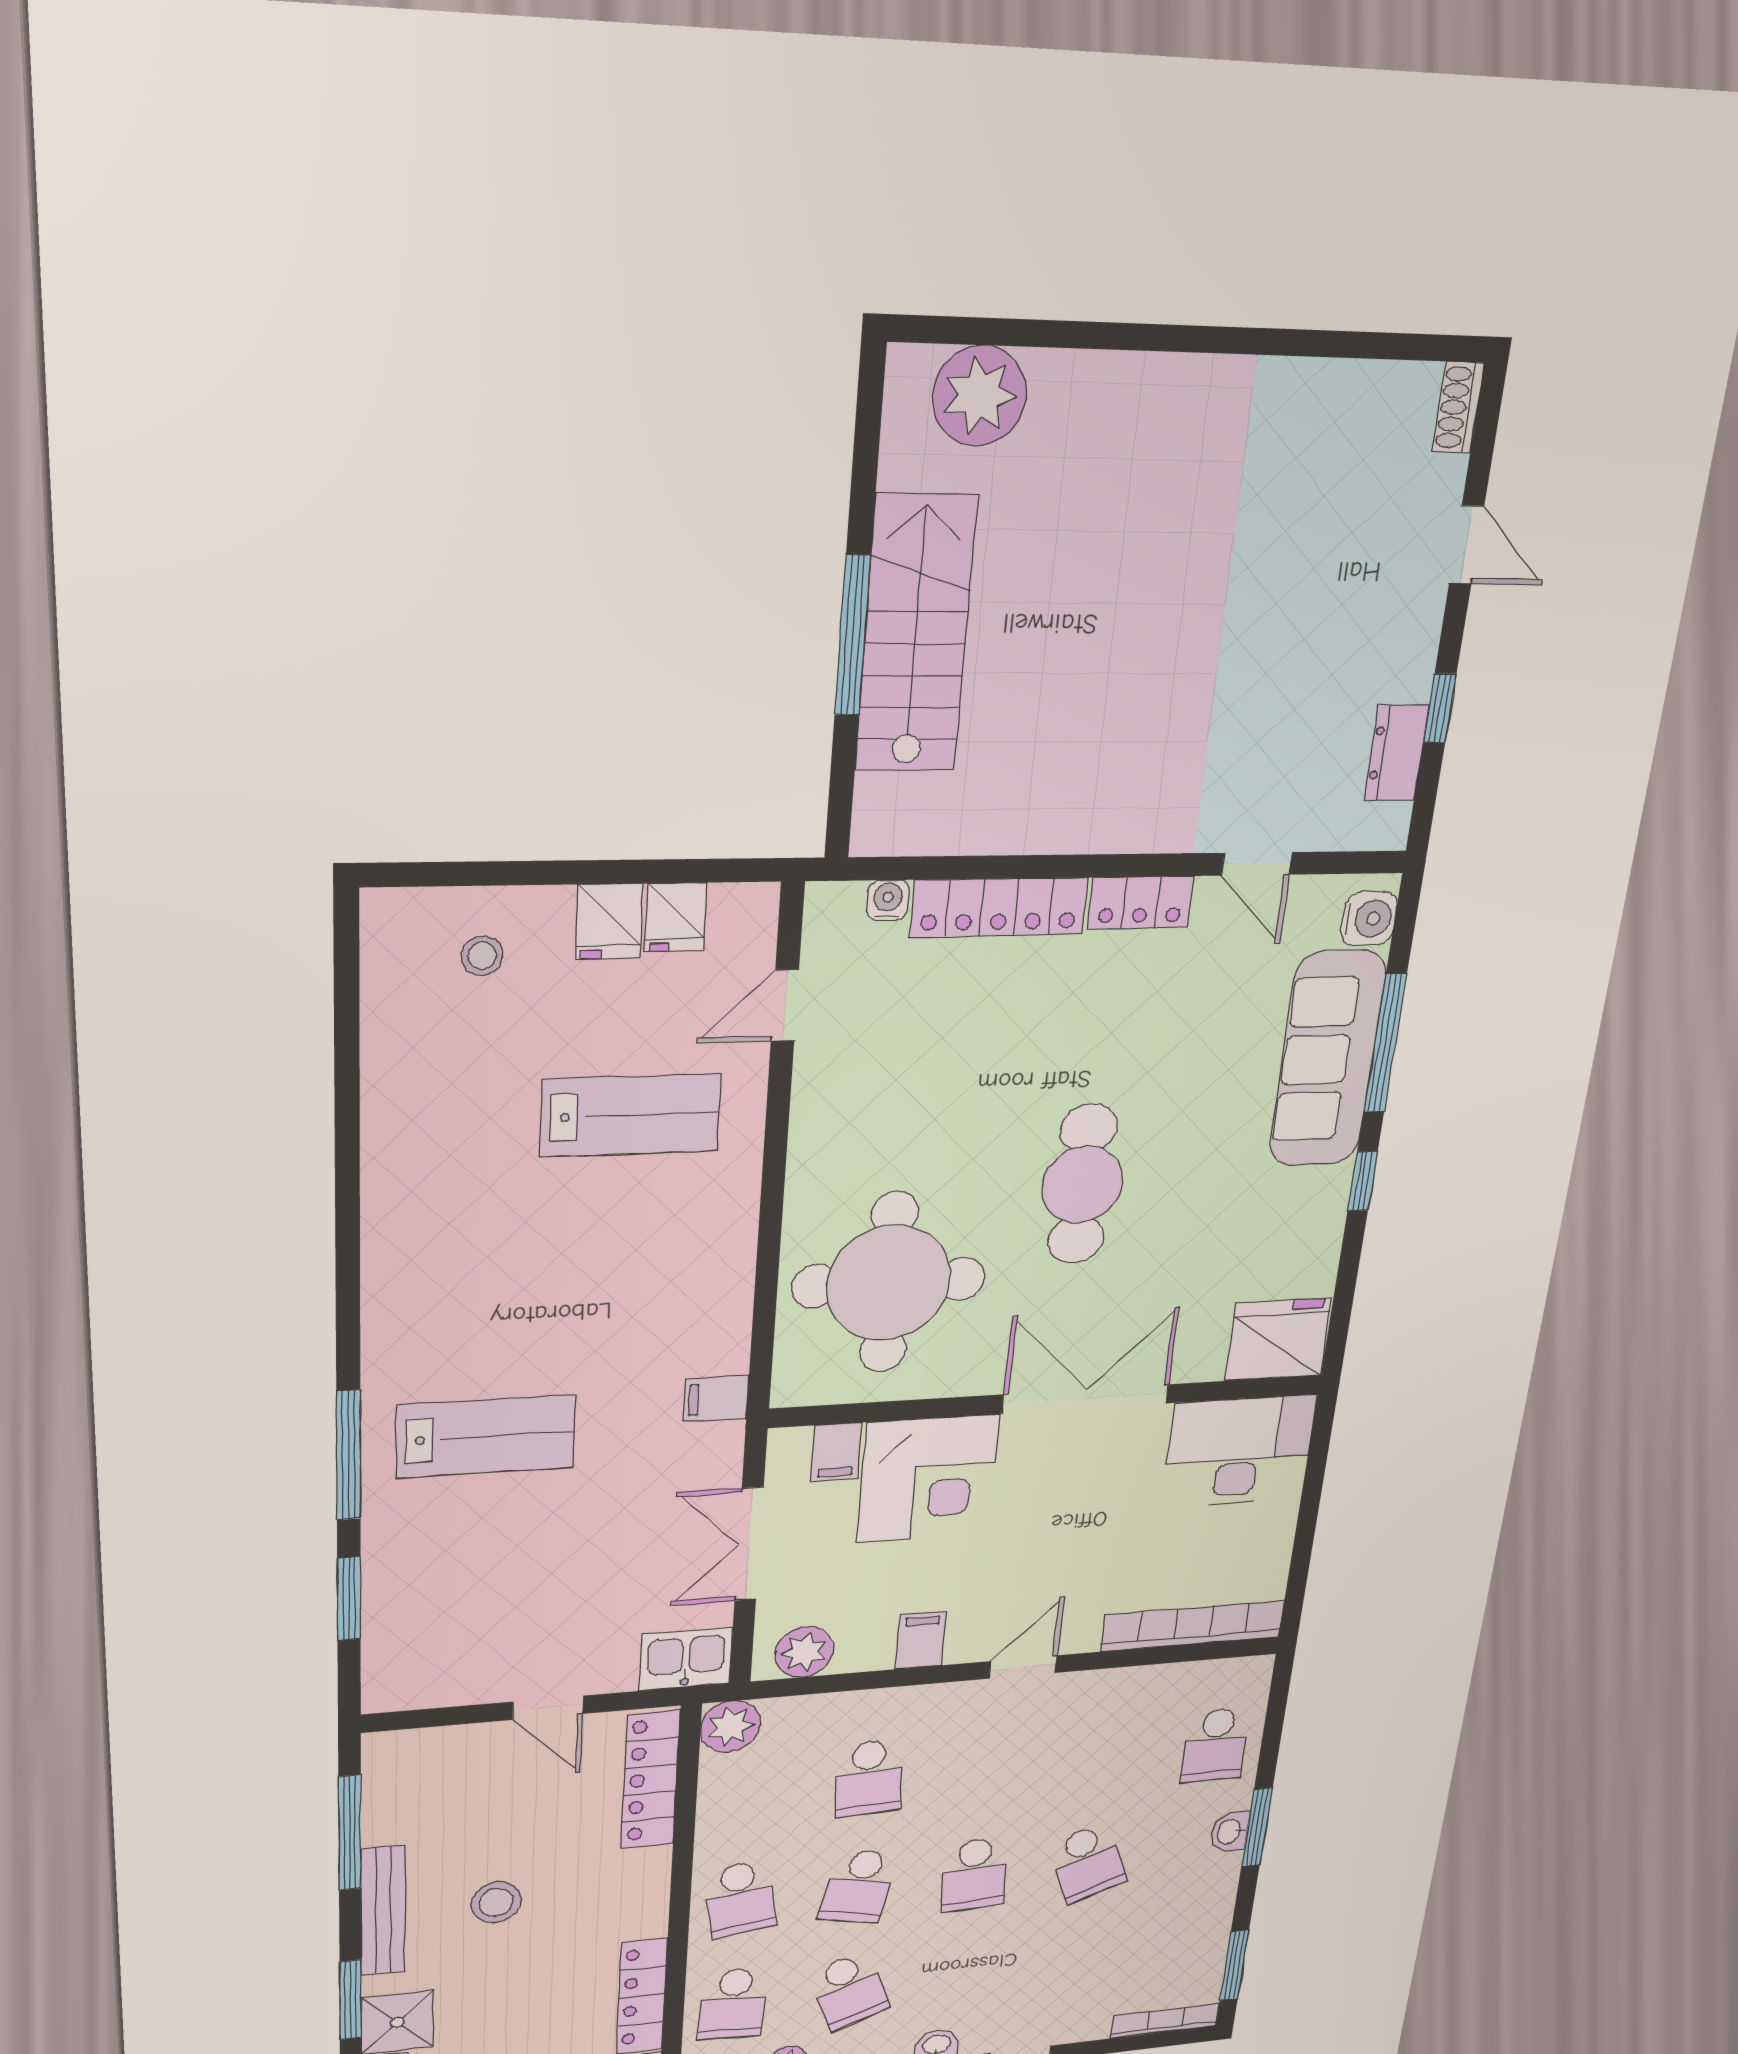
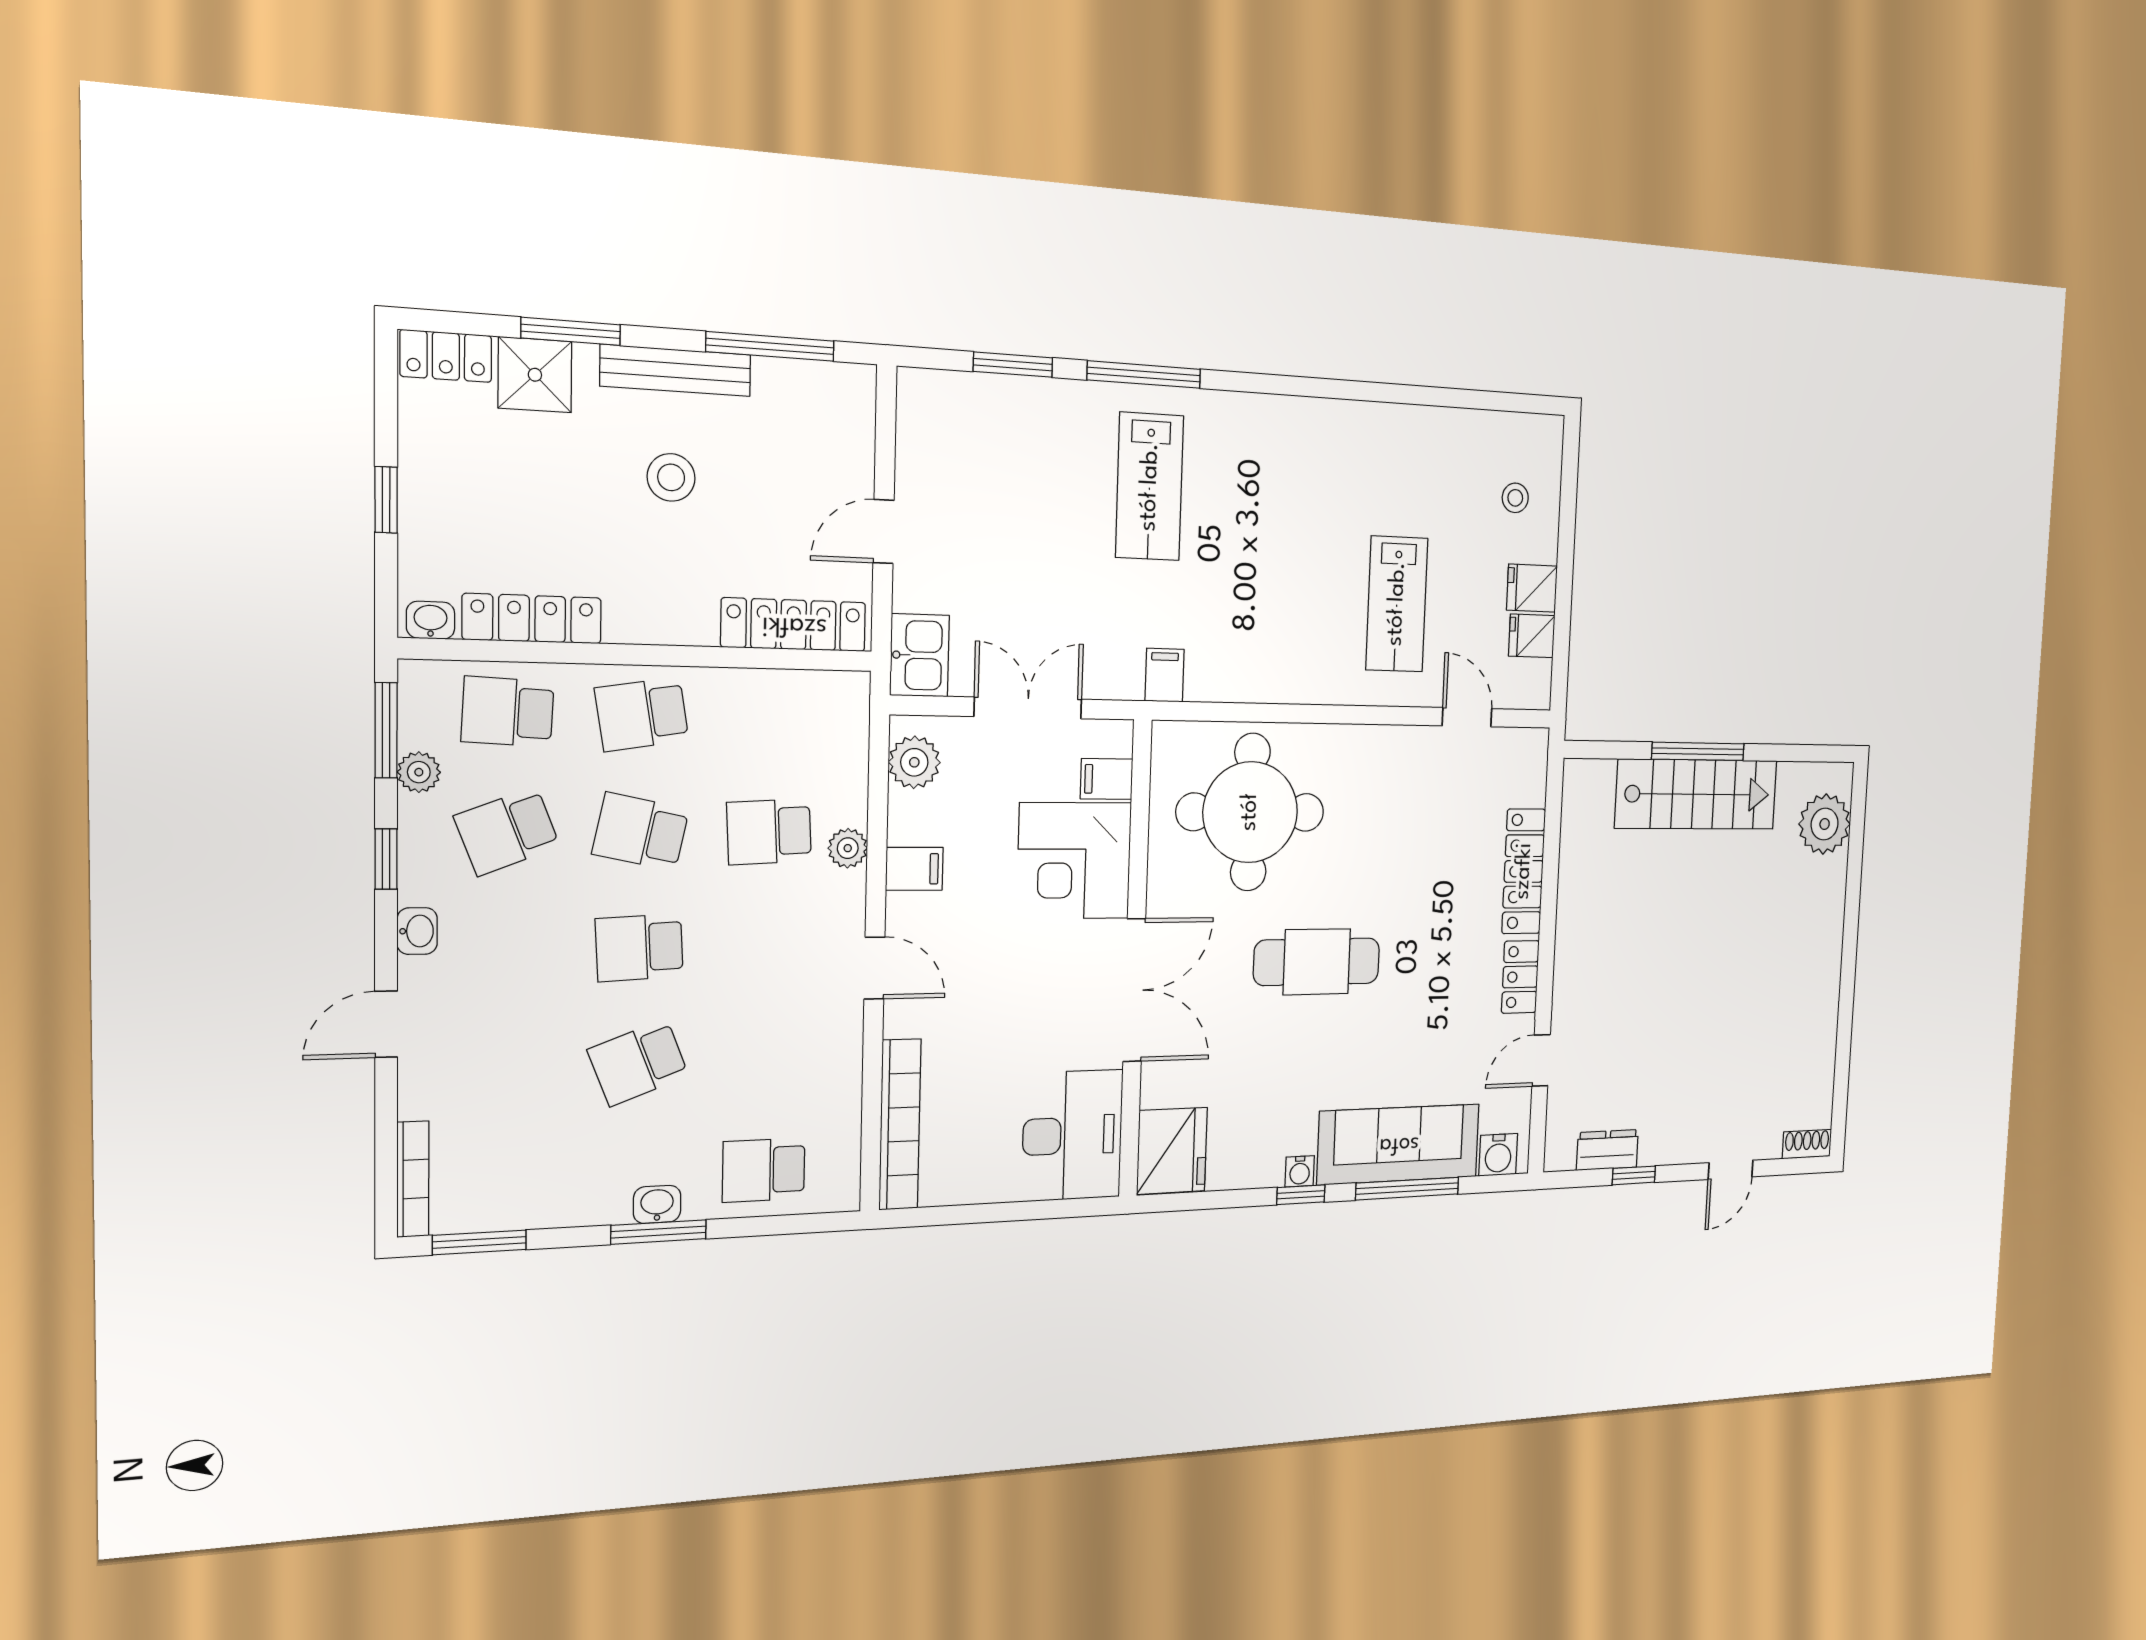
water cooler: (888, 900) -> (1300, 1171), moved, turned 90
plant: (730, 1726) -> (848, 848), moved, width x0.73, depth x0.73

